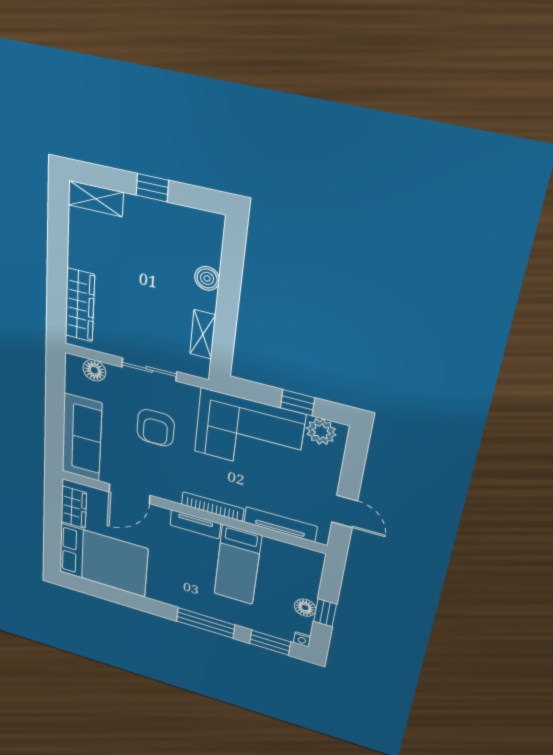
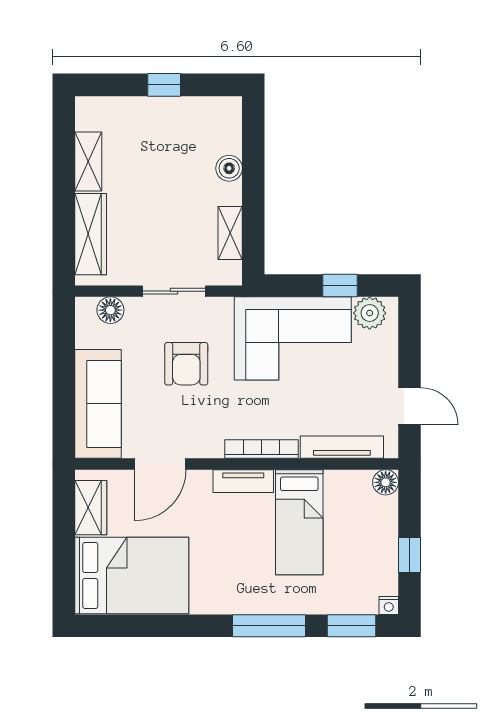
shelving: (96, 199) -> (88, 162), moved, turned 90
floor lamp: (305, 608) -> (386, 482), moved

